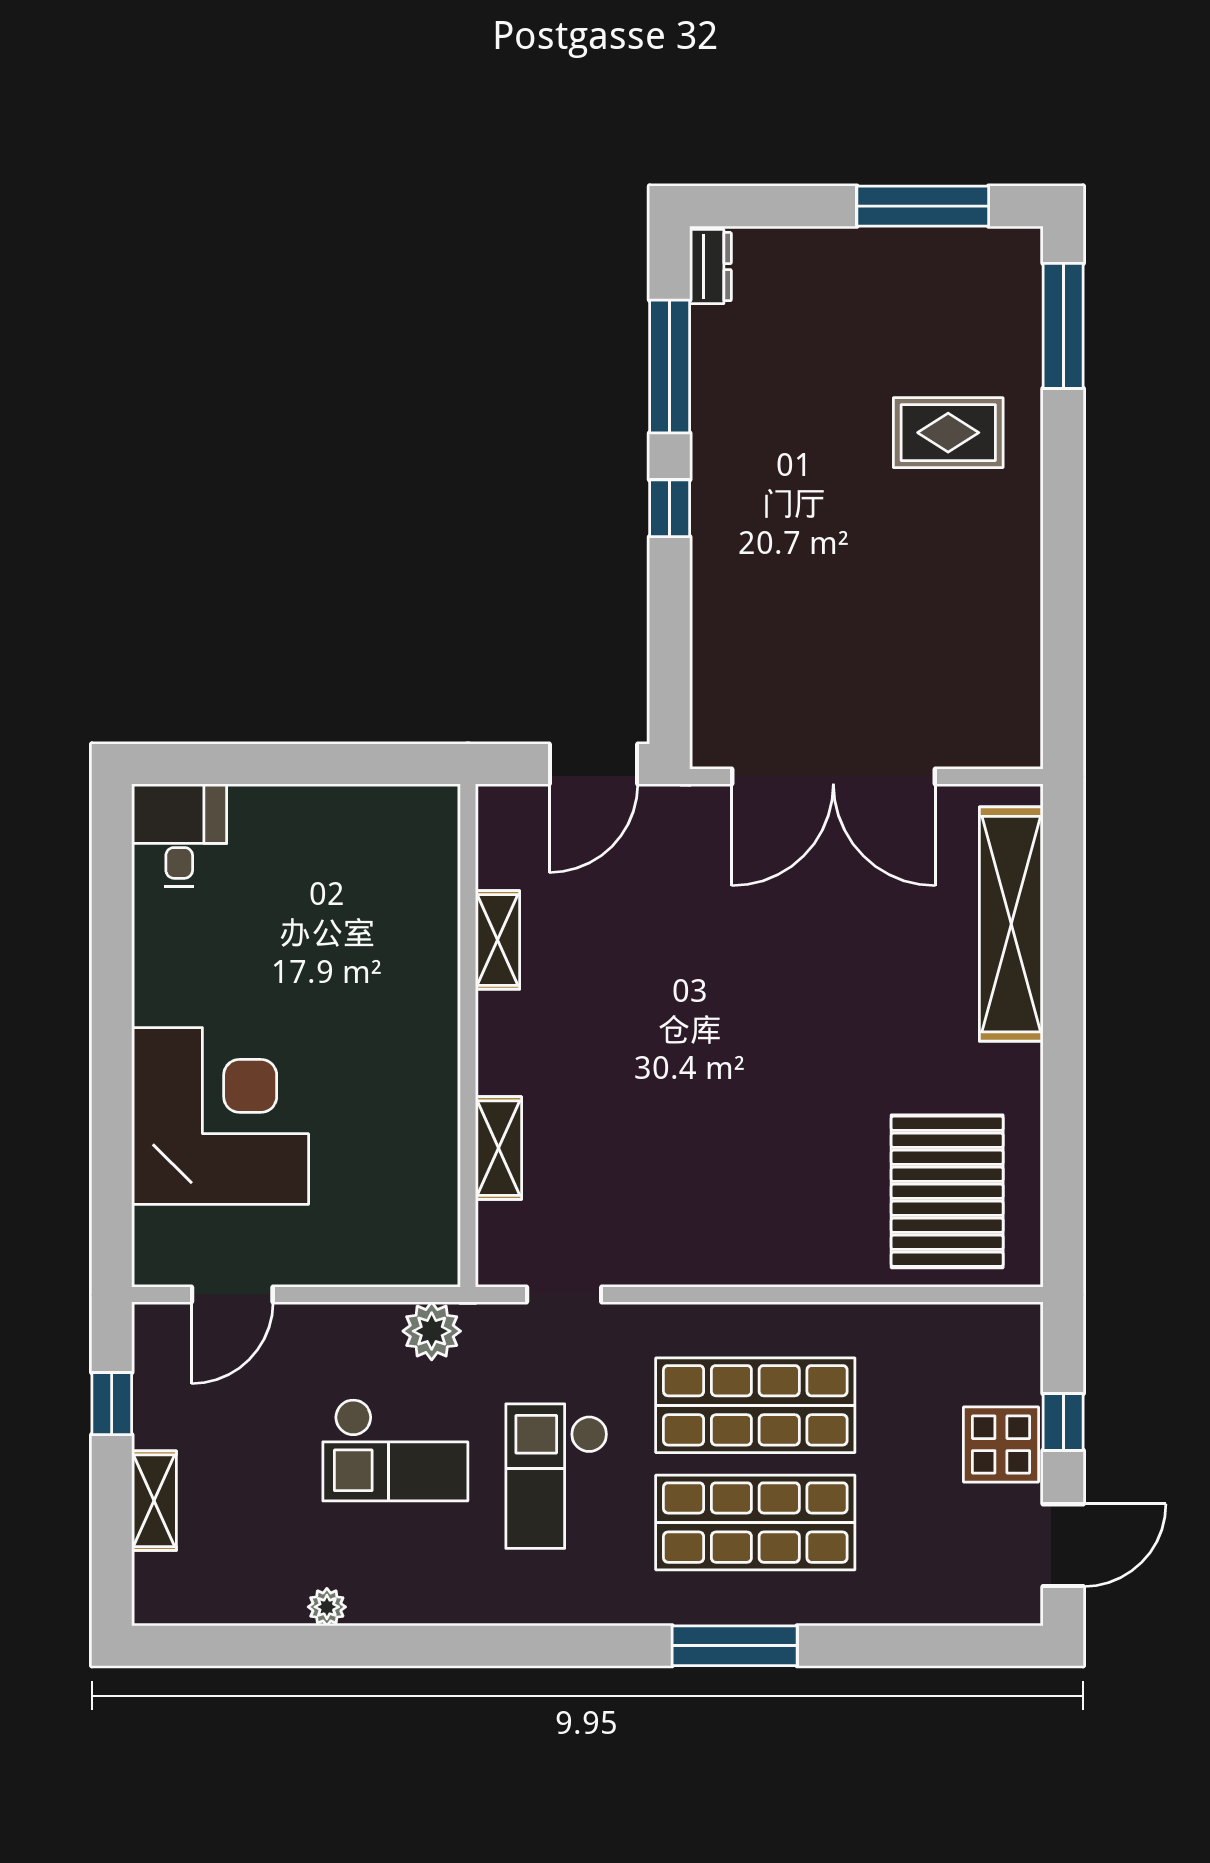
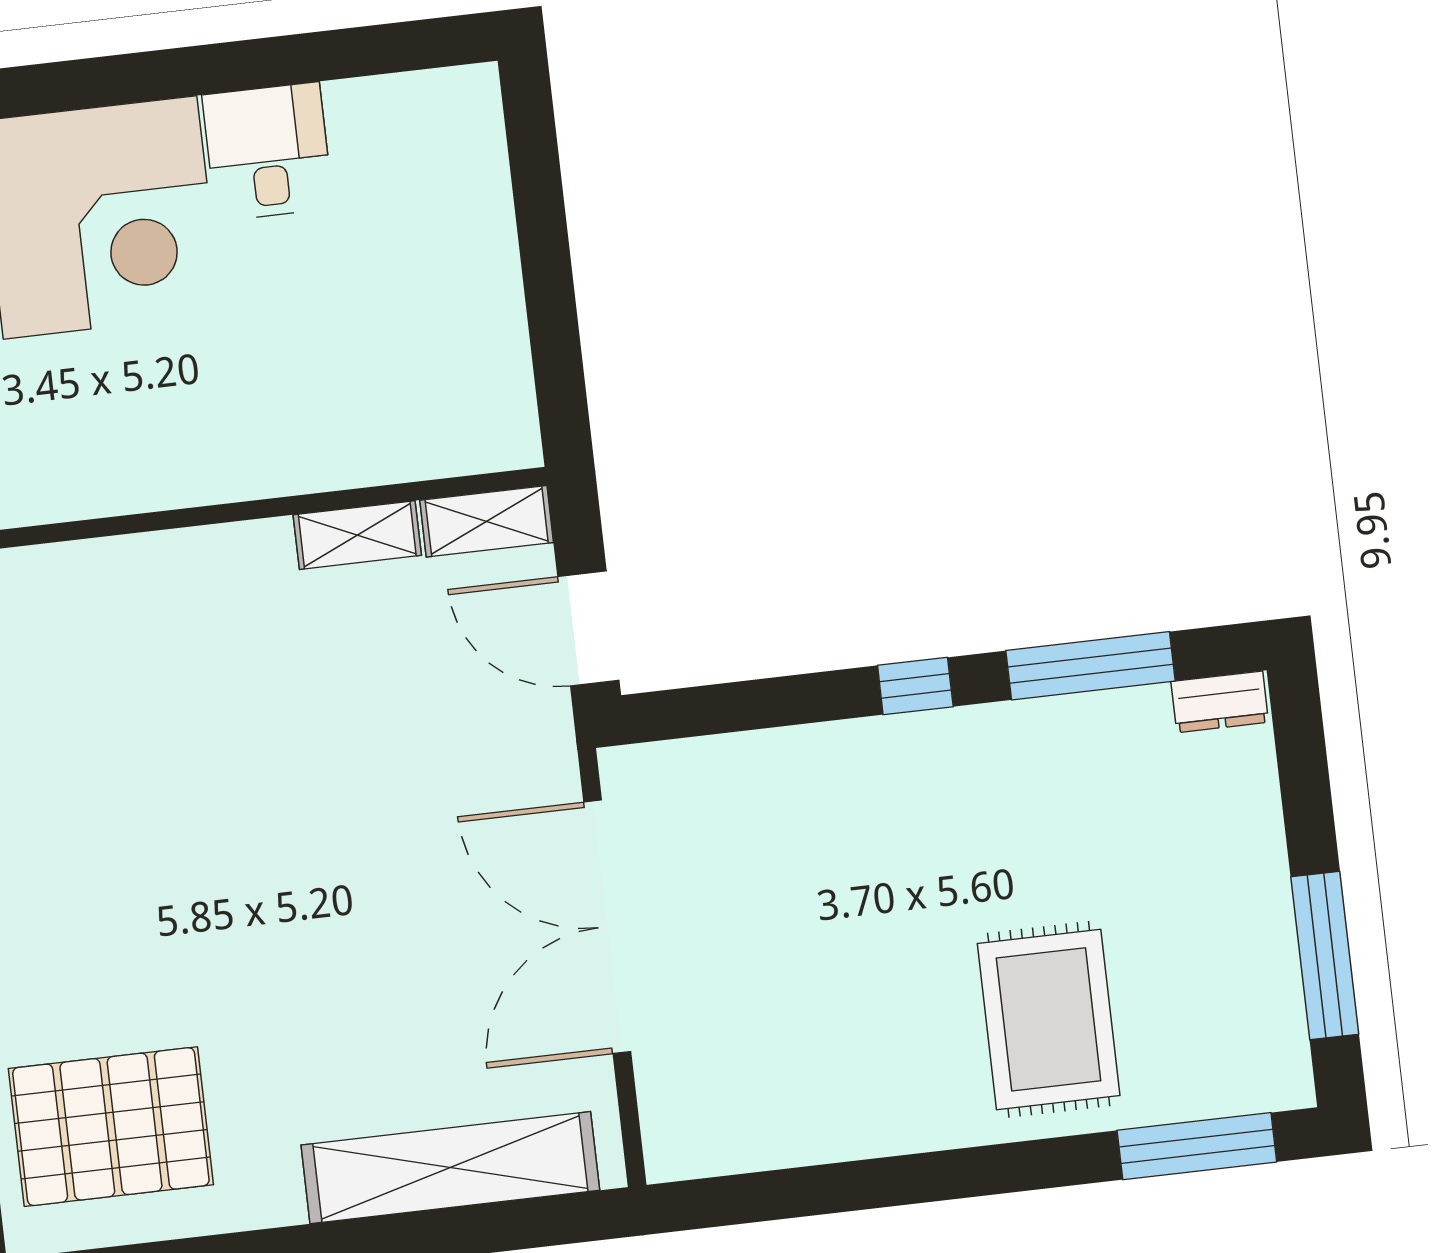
rug: (948, 433) -> (1049, 1019), width x1.36, depth x1.43
desk: (179, 835) -> (268, 152), moved, turned -90
shelving: (498, 1148) -> (487, 521), moved

